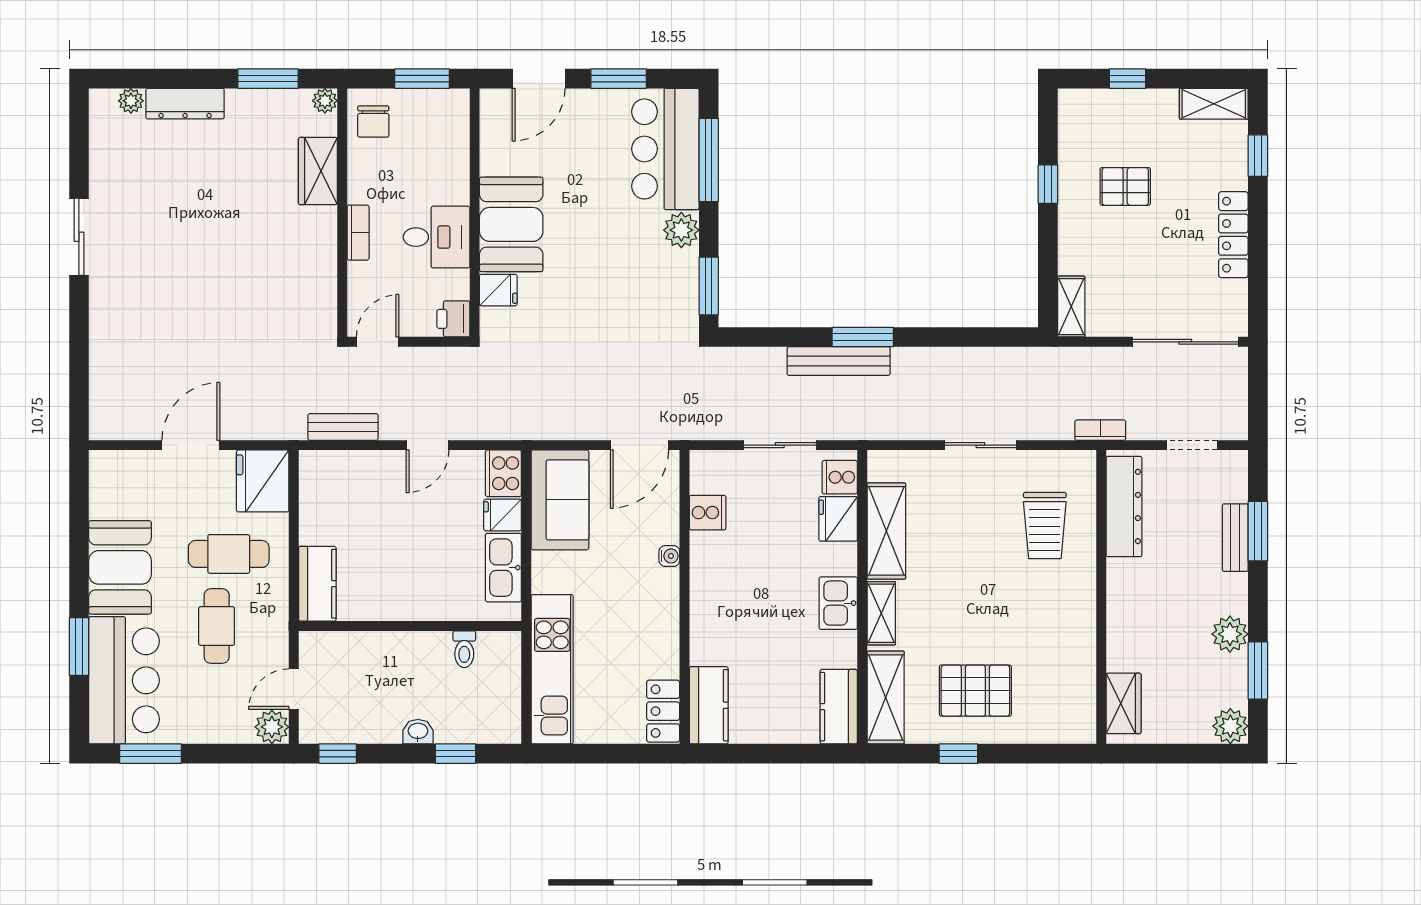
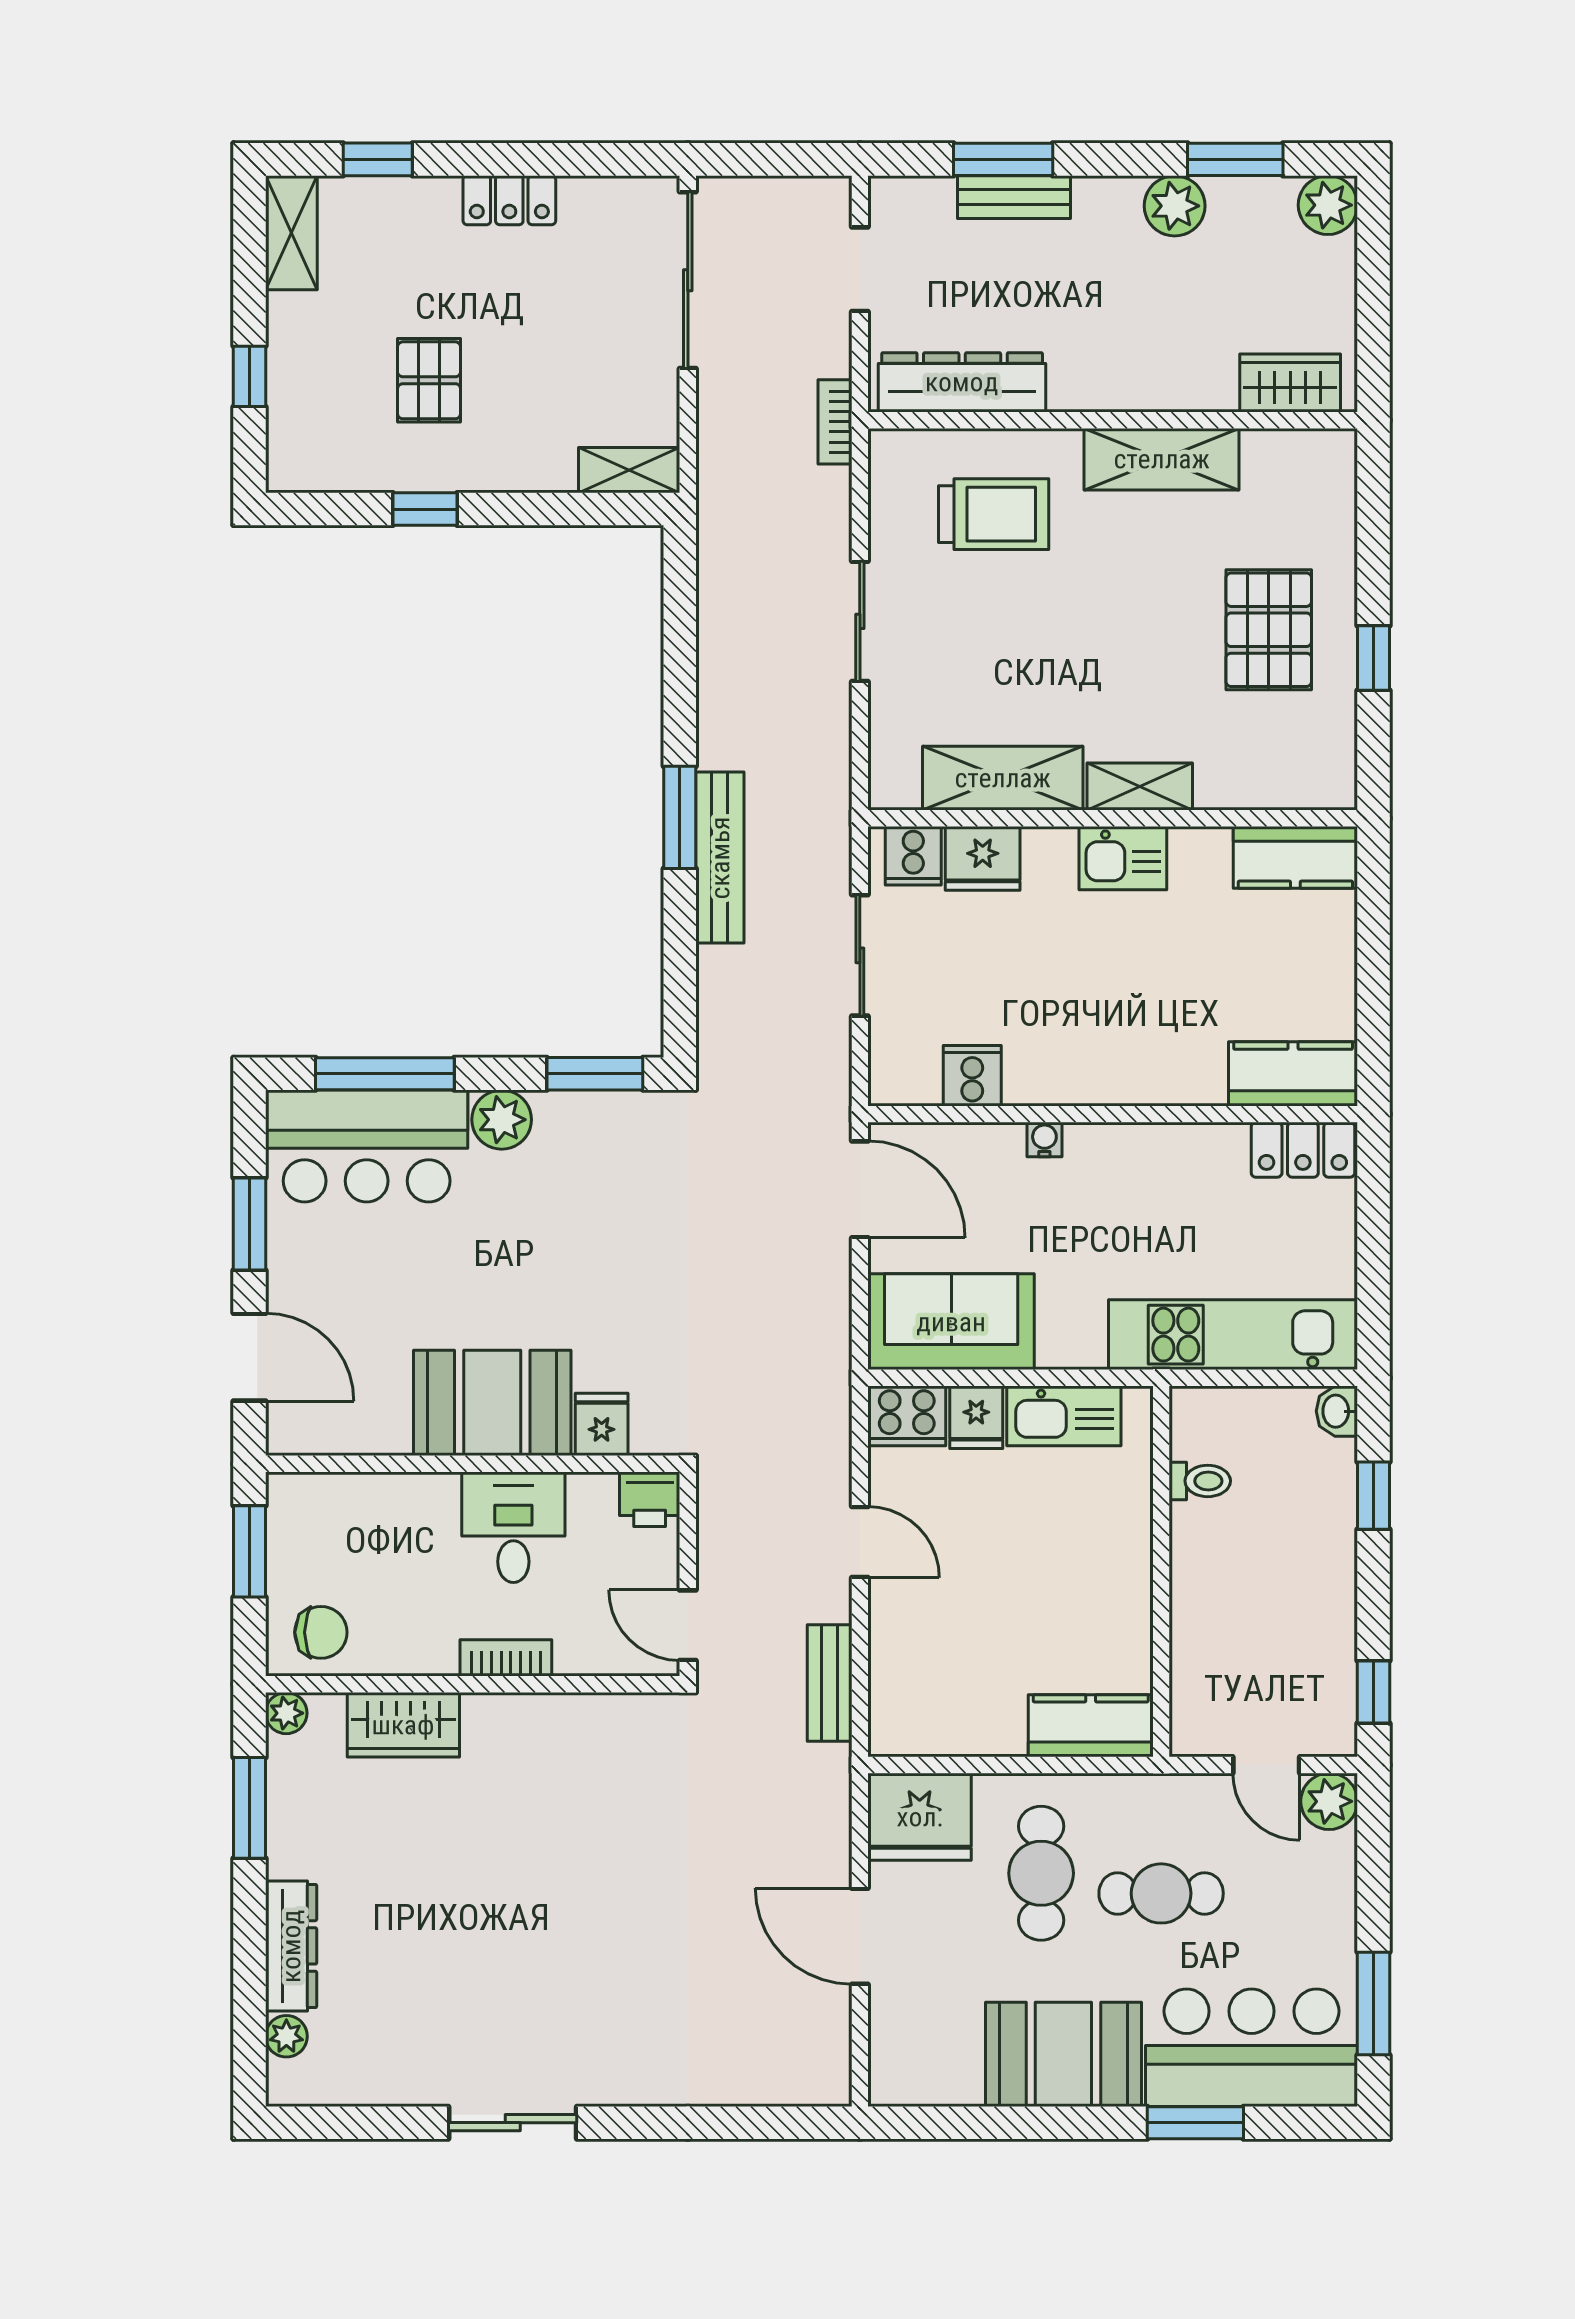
locker: (1233, 235) -> (509, 200), width x0.66
shelving: (886, 697) -> (1162, 459), moved
washbasin: (418, 732) -> (1337, 1411), moved

